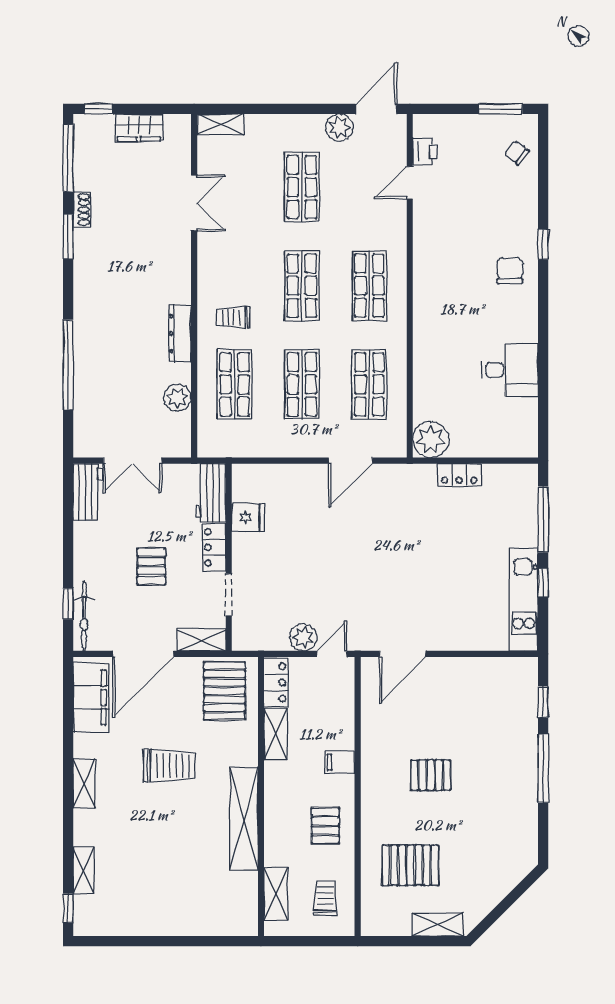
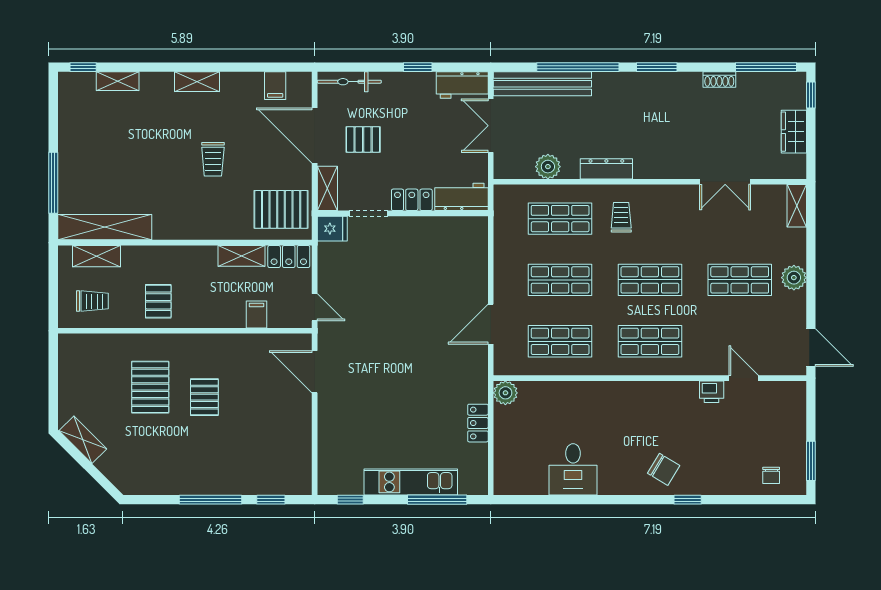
plant: (339, 128) -> (794, 278), moved
printer: (425, 151) -> (712, 392), moved
chair: (517, 153) -> (771, 475), turned 142
window: (68, 237) -> (657, 67), moved
chair: (510, 271) -> (664, 469), turned 31
bench: (86, 404) -> (542, 84), added
plant: (431, 440) -> (505, 393), width x0.73, depth x0.73
door: (351, 461) -> (491, 324), hinge flipped
fridge: (248, 518) -> (332, 229), moved, turned -90
pallet: (151, 566) -> (363, 139), moved
window: (543, 583) -> (350, 500), moved
kitchen unit: (524, 600) -> (411, 482), moved
window: (68, 604) -> (418, 67), moved
plant: (303, 637) -> (330, 281), removed
filing cabinet: (91, 697) -> (275, 86), width x0.33, depth x0.86
filing cabinet: (340, 762) -> (256, 314), moved
trolley: (169, 766) -> (213, 159), width x0.73, depth x0.72
shelving: (244, 819) -> (105, 227), moved
pallet: (325, 826) -> (158, 301), turned 90
pallet: (410, 865) -> (150, 387), moved
shelving: (438, 925) -> (83, 440), moved, turned -45
window: (195, 941) -> (53, 183), added

